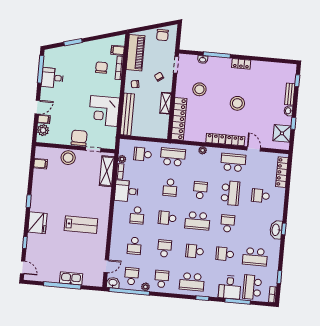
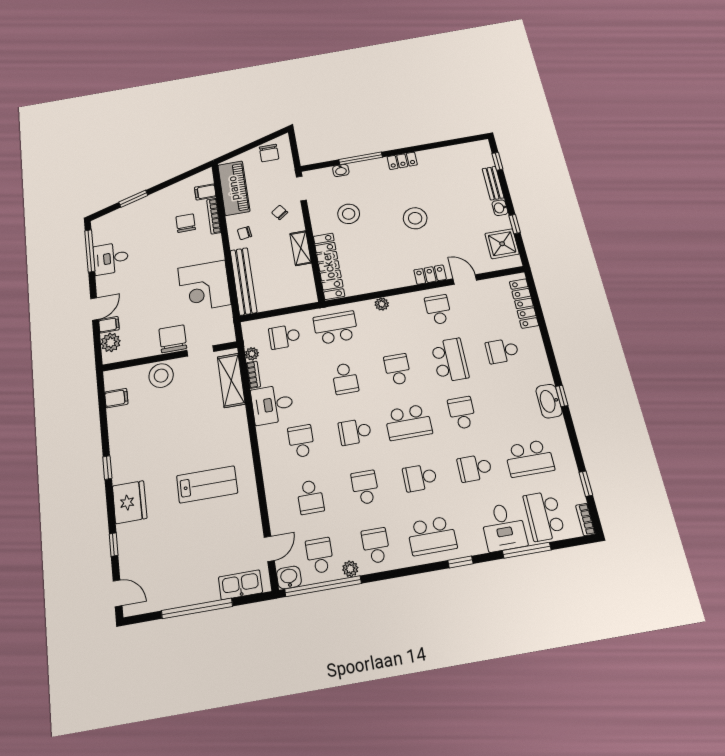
locker: (216, 139) -> (398, 280), removed
school desk: (233, 162) -> (438, 310), width x0.54
school desk: (137, 215) -> (301, 441), turned 180
kitchen sink: (71, 278) -> (240, 585), moved

